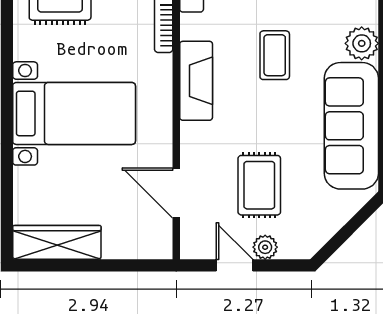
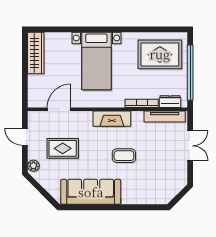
plant: (362, 43) -> (129, 197), removed
plant: (265, 247) -> (33, 166), moved
door: (235, 265) -> (25, 137), swing flipped

